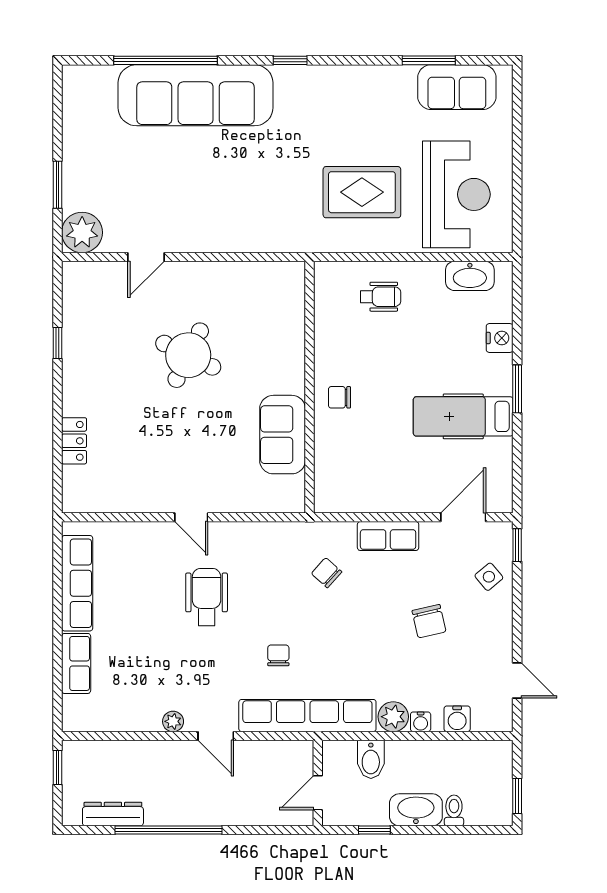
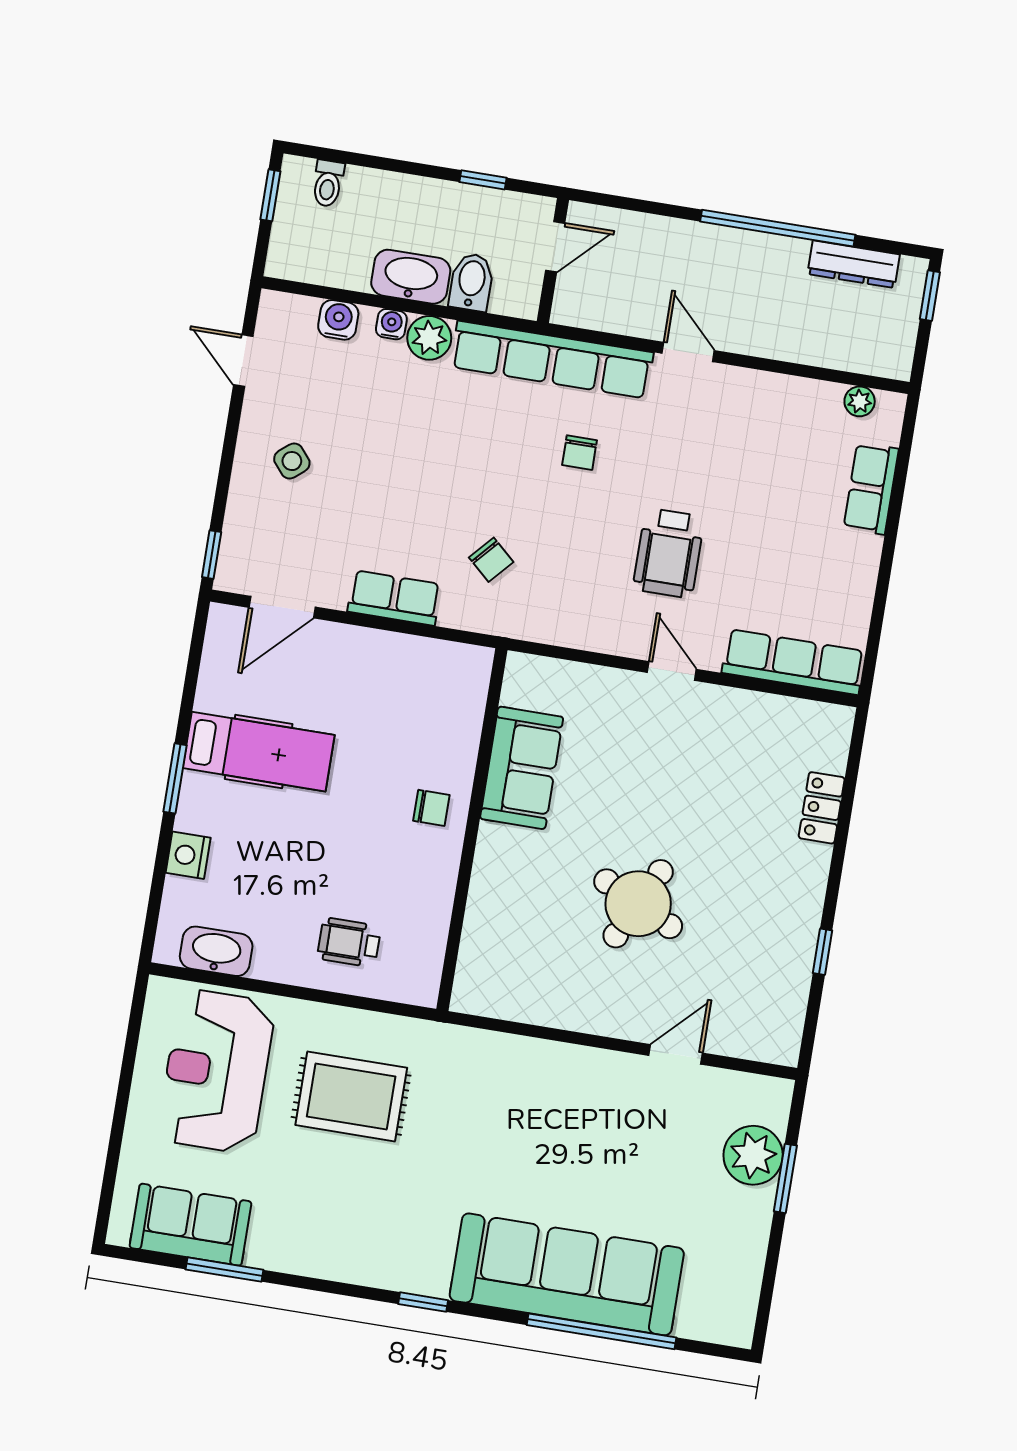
plant: (82, 232) -> (753, 1155), moved
side table: (489, 577) -> (292, 461), moved
row of seats: (77, 583) -> (793, 662), moved, turned 90
chair: (429, 621) -> (356, 466), removed
plant: (173, 721) -> (860, 401), moved
window: (58, 767) -> (930, 296), moved
washbasin: (416, 810) -> (411, 277), moved, turned 180
toilet: (454, 810) -> (328, 183), moved

